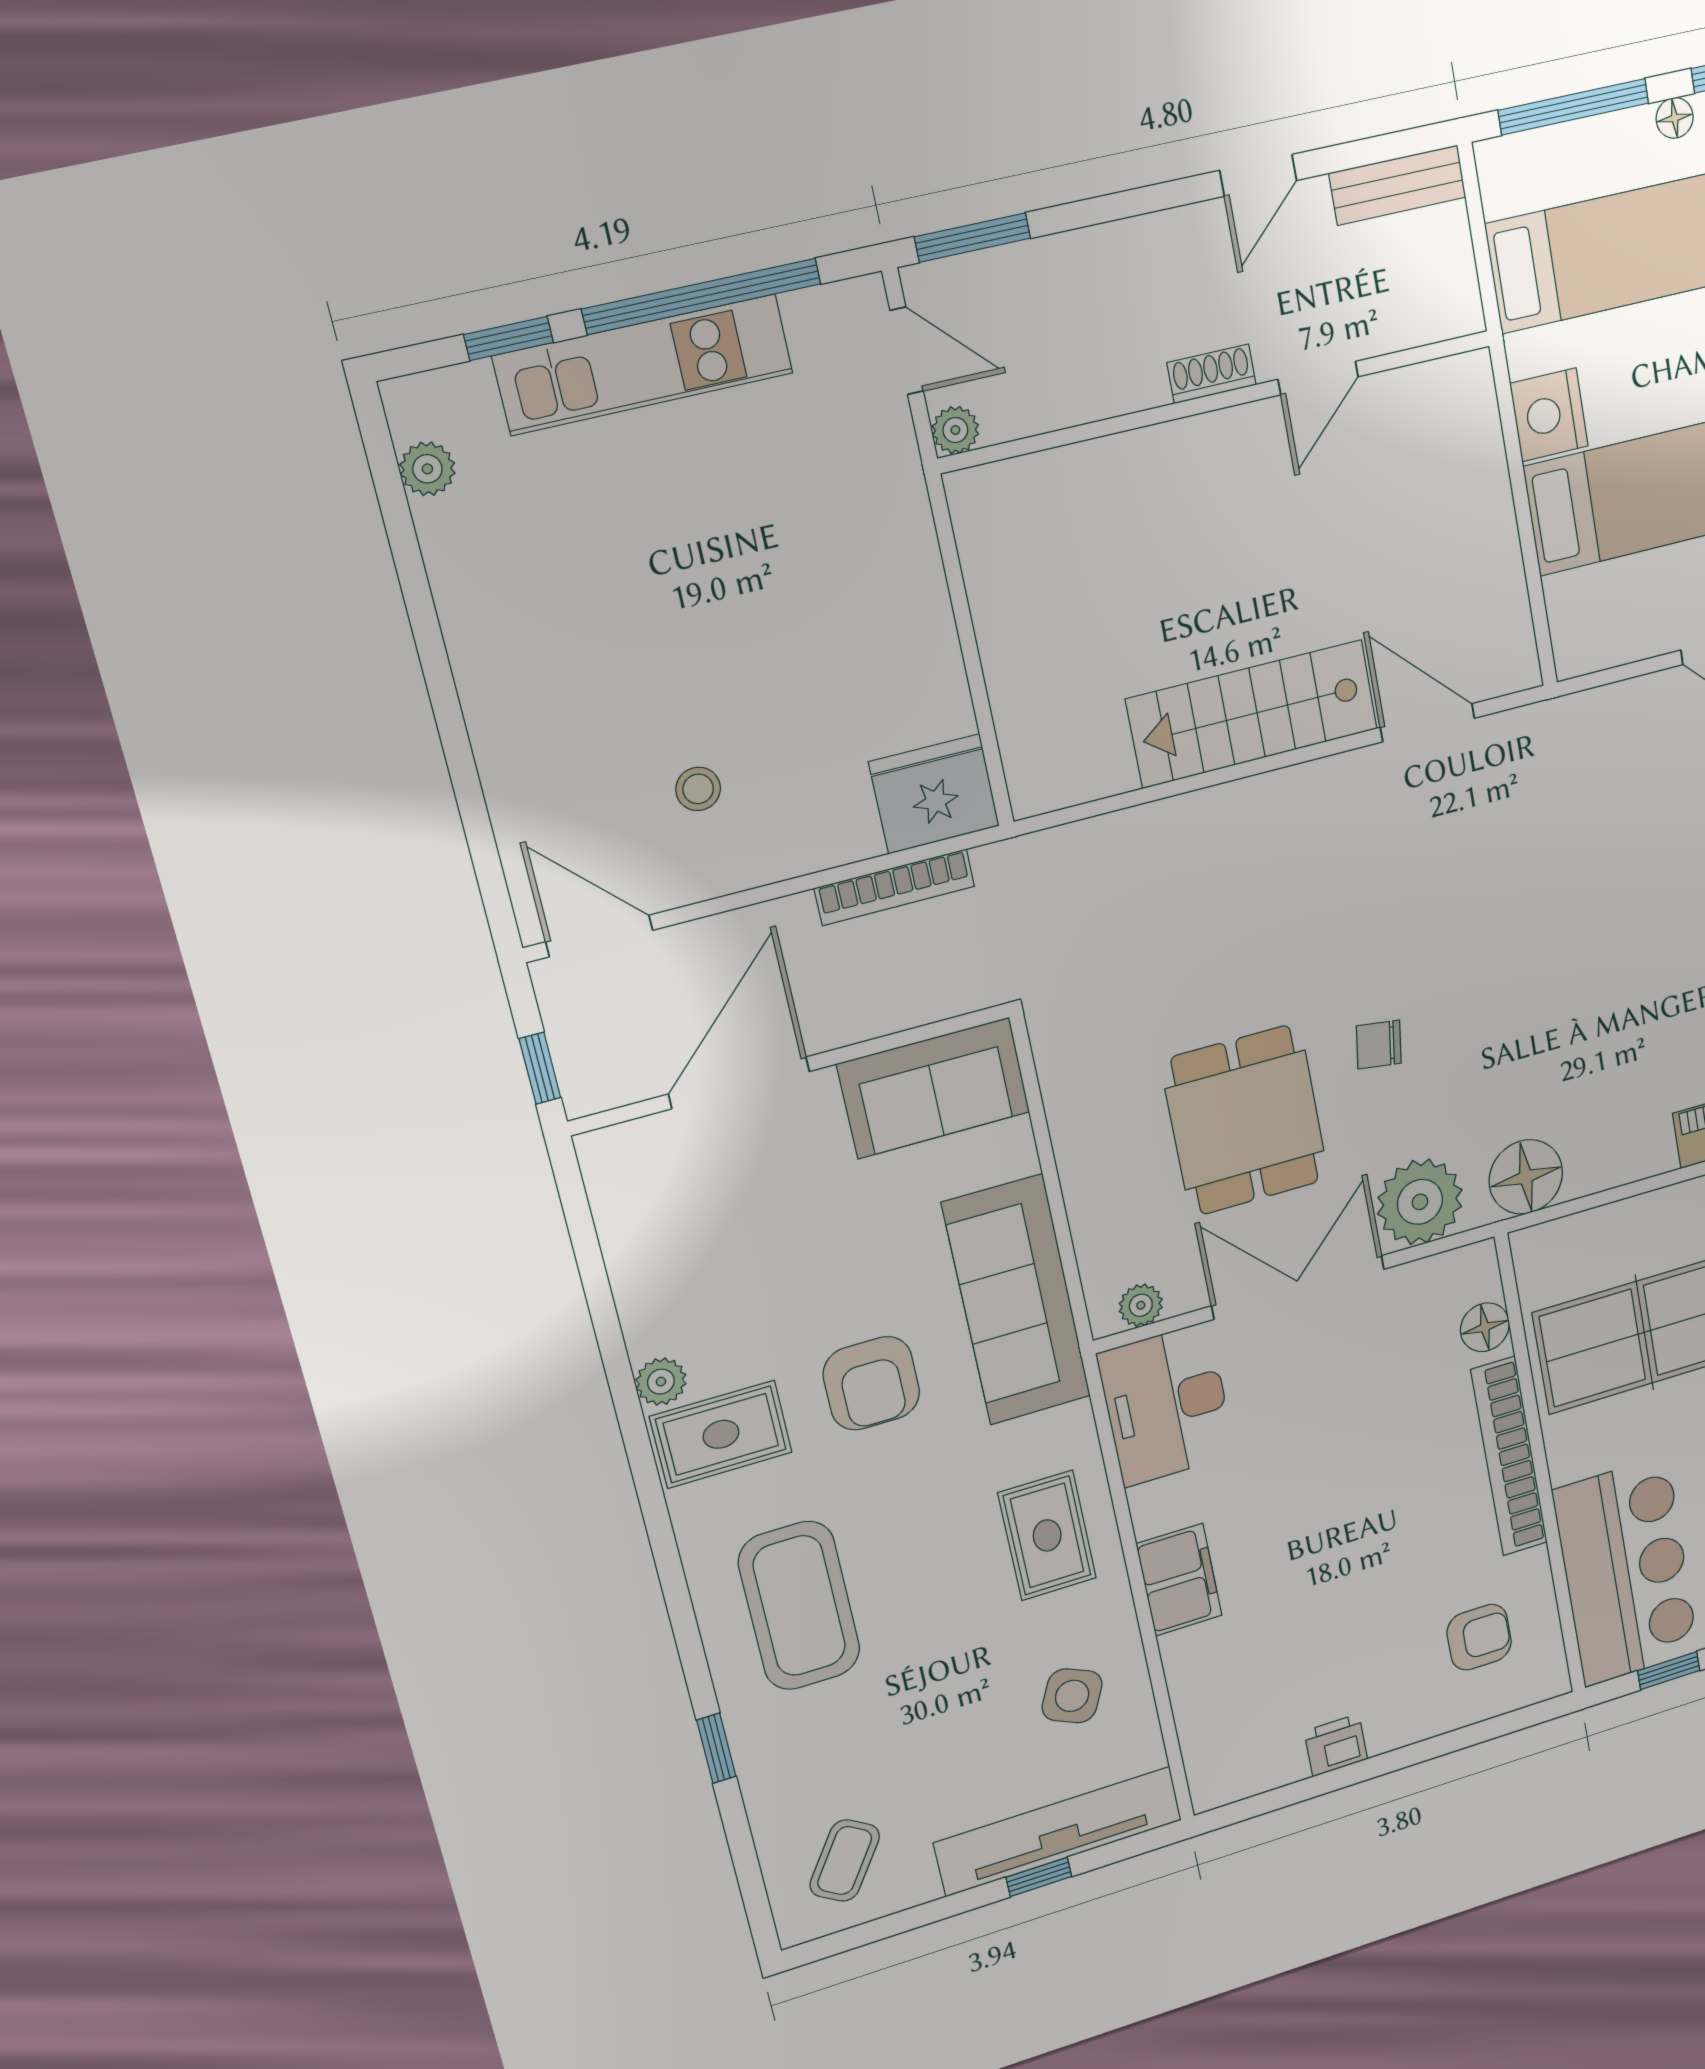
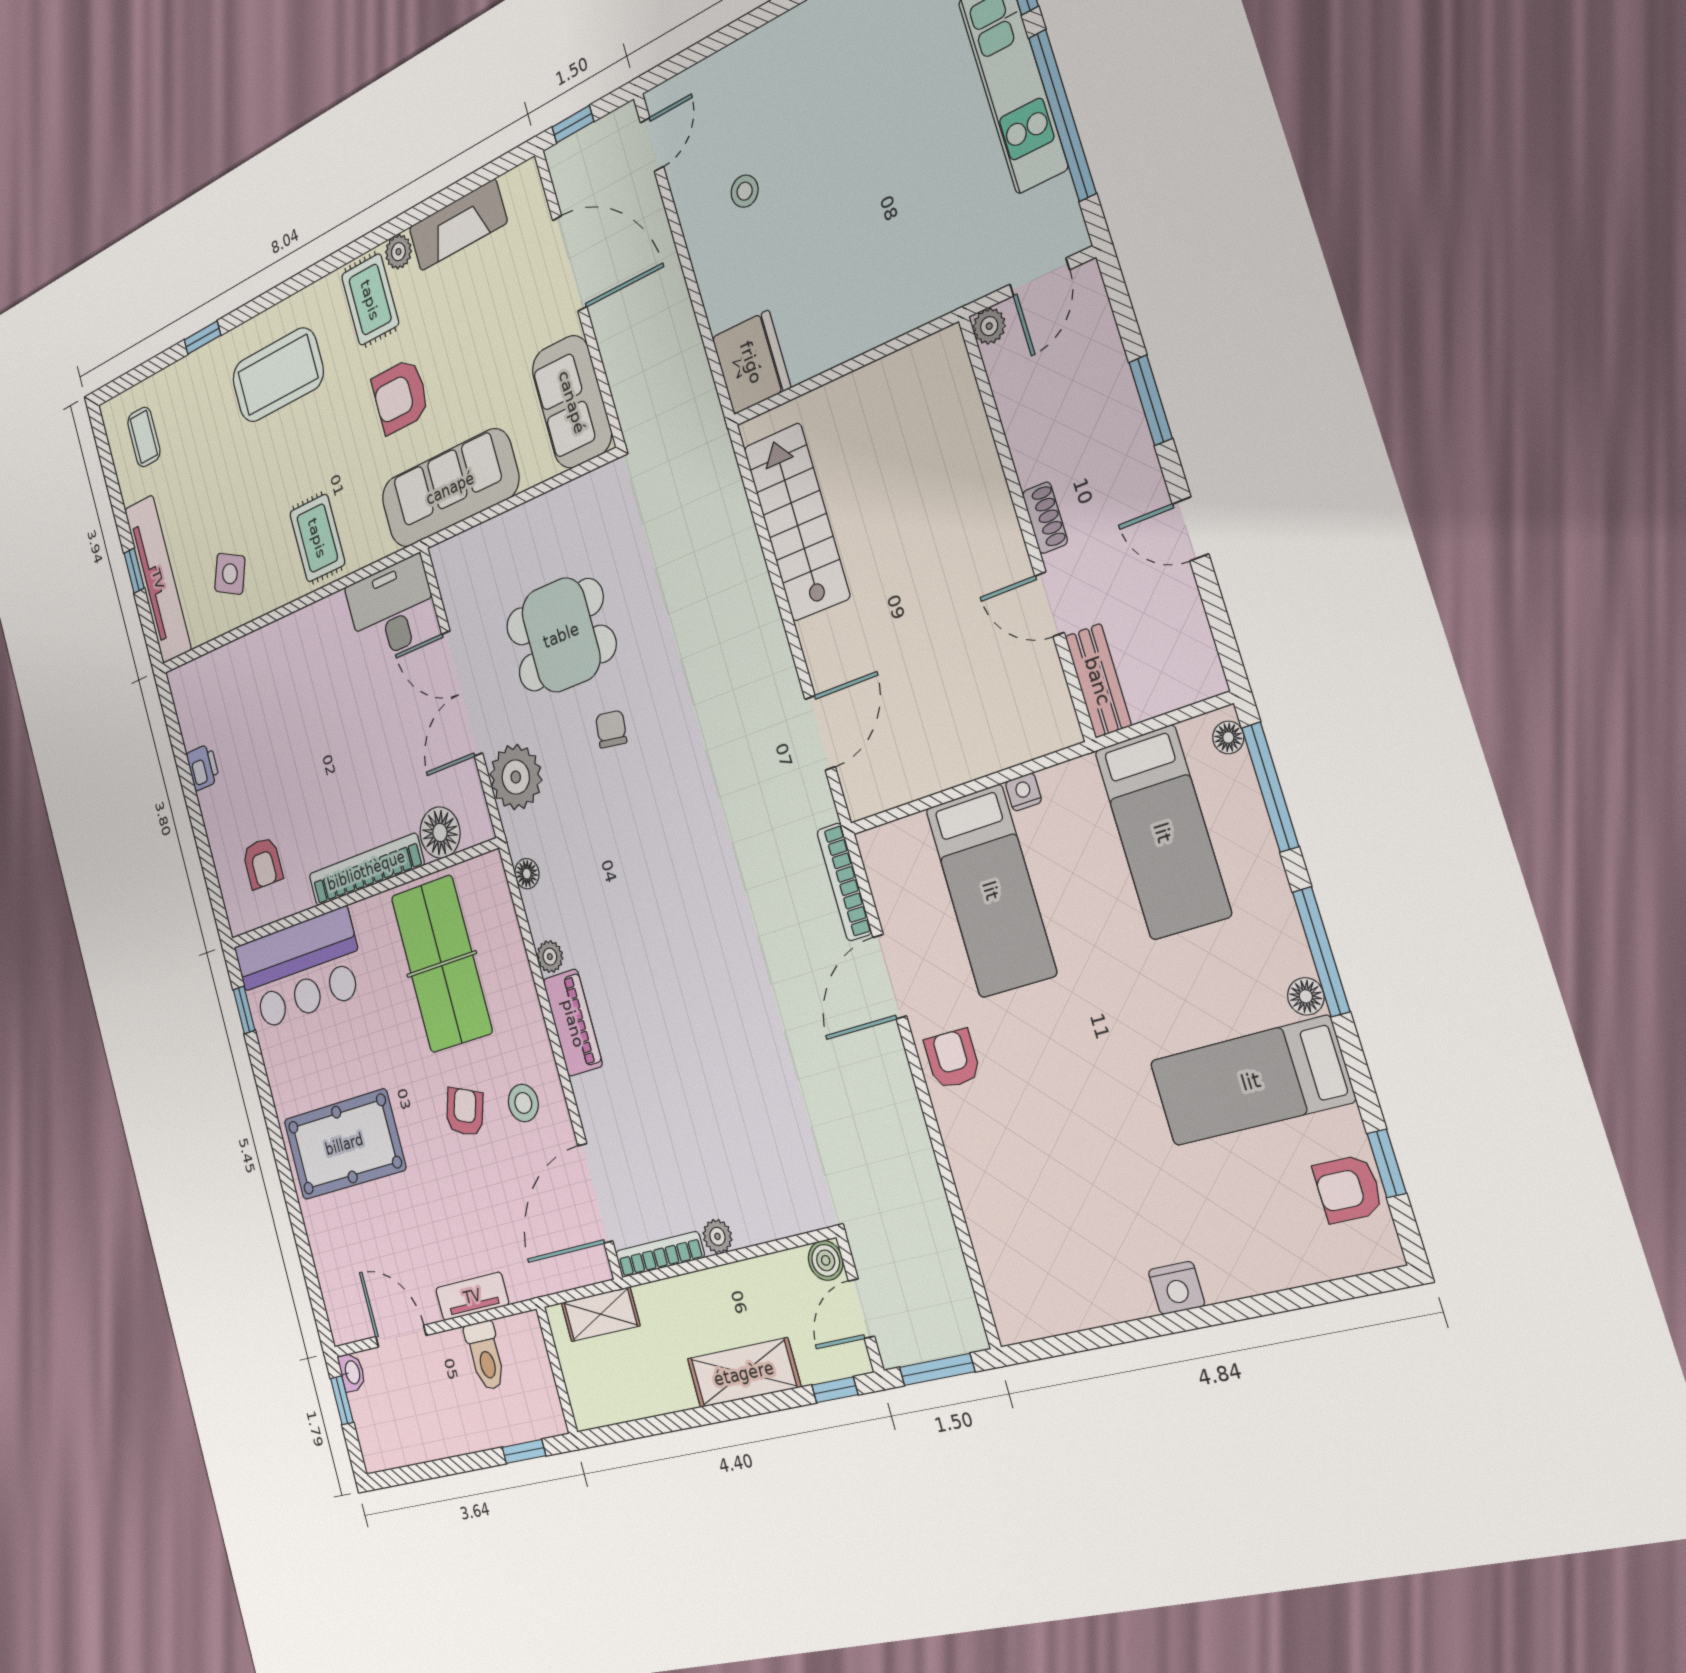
floor lamp: (1675, 118) -> (1228, 737), moved
bench: (1398, 185) -> (1098, 681), moved
window: (972, 238) -> (1151, 400), moved
nightstand: (1549, 415) -> (1024, 792), width x0.53, depth x0.56
stairs: (1252, 714) -> (797, 522), moved
bookcase: (895, 887) -> (844, 882), moved
door: (599, 936) -> (652, 145), width x0.73
floor lamp: (1526, 1177) -> (527, 874), width x0.53, depth x0.53
fireplace: (644, 1274) -> (458, 225), added
double door: (1298, 1287) -> (462, 693), swing flipped
plant: (1141, 1305) -> (550, 957), moved
floor lamp: (1485, 1327) -> (440, 833), width x1.38, depth x1.38
rug: (1047, 1535) -> (317, 538), turned 90
filing cabinet: (1179, 1580) -> (294, 637), removed
coffee table: (845, 1861) -> (144, 437), turned 57

